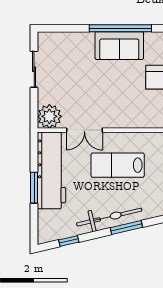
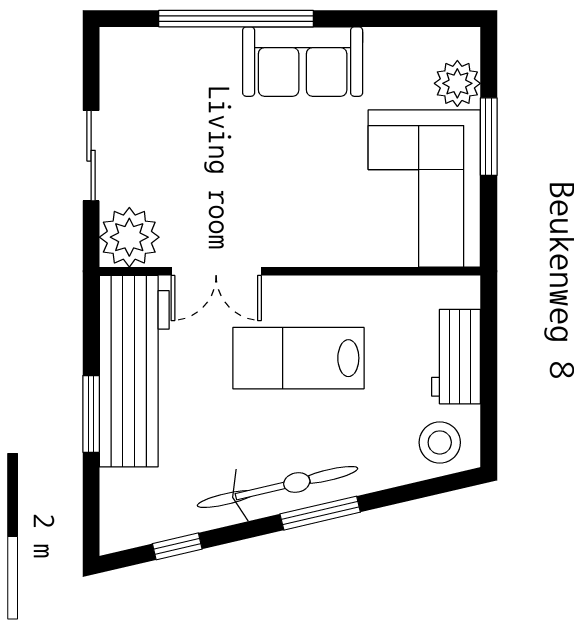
window: (120, 28) -> (236, 19), moved
sliding door: (34, 69) -> (91, 156), moved

